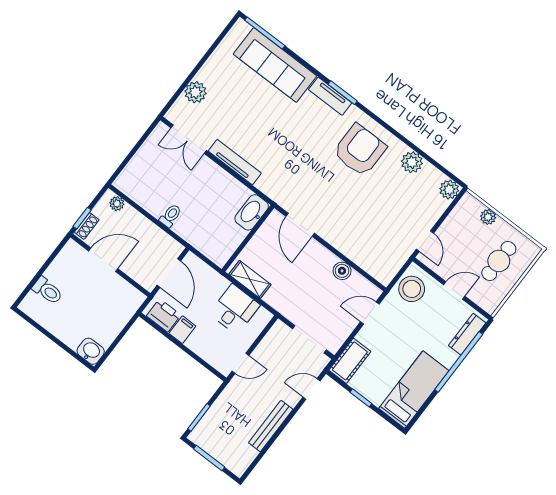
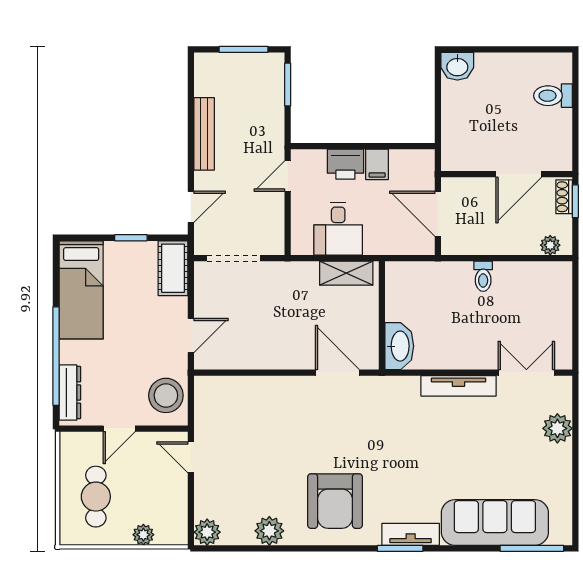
boiler: (342, 271) -> (255, 358), removed
printer: (164, 315) -> (345, 164), moved

